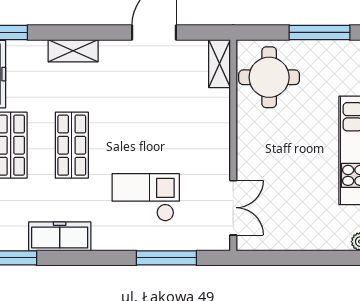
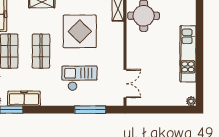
display table: (146, 107) -> (80, 31), added
freezer: (60, 236) -> (24, 98), moved

